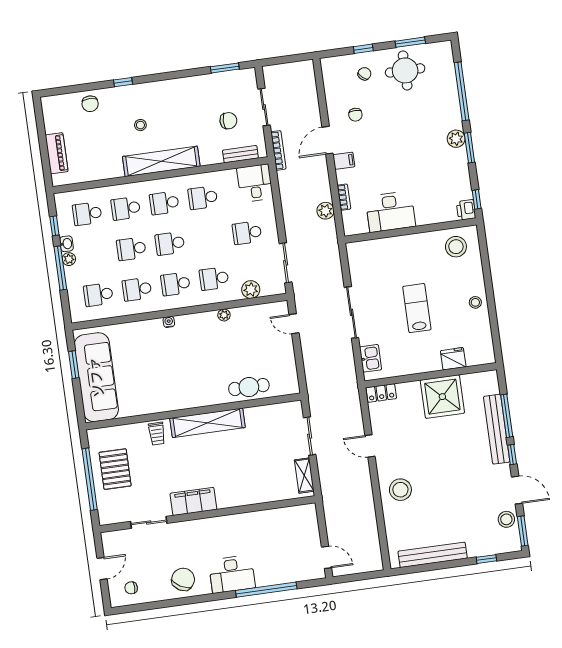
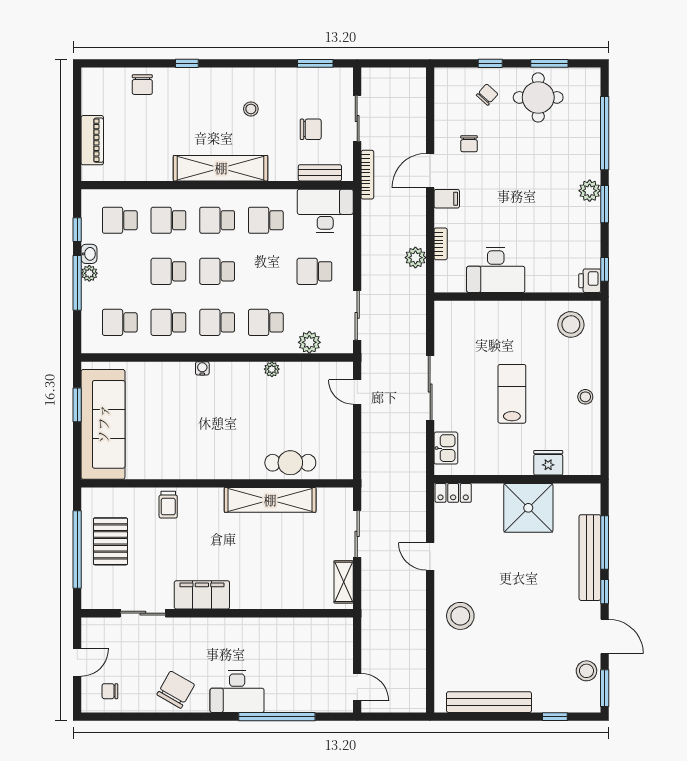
stool: (140, 125) -> (251, 109), moved
desk: (255, 183) -> (325, 211), width x1.37
shelving: (208, 423) -> (270, 500), moved

